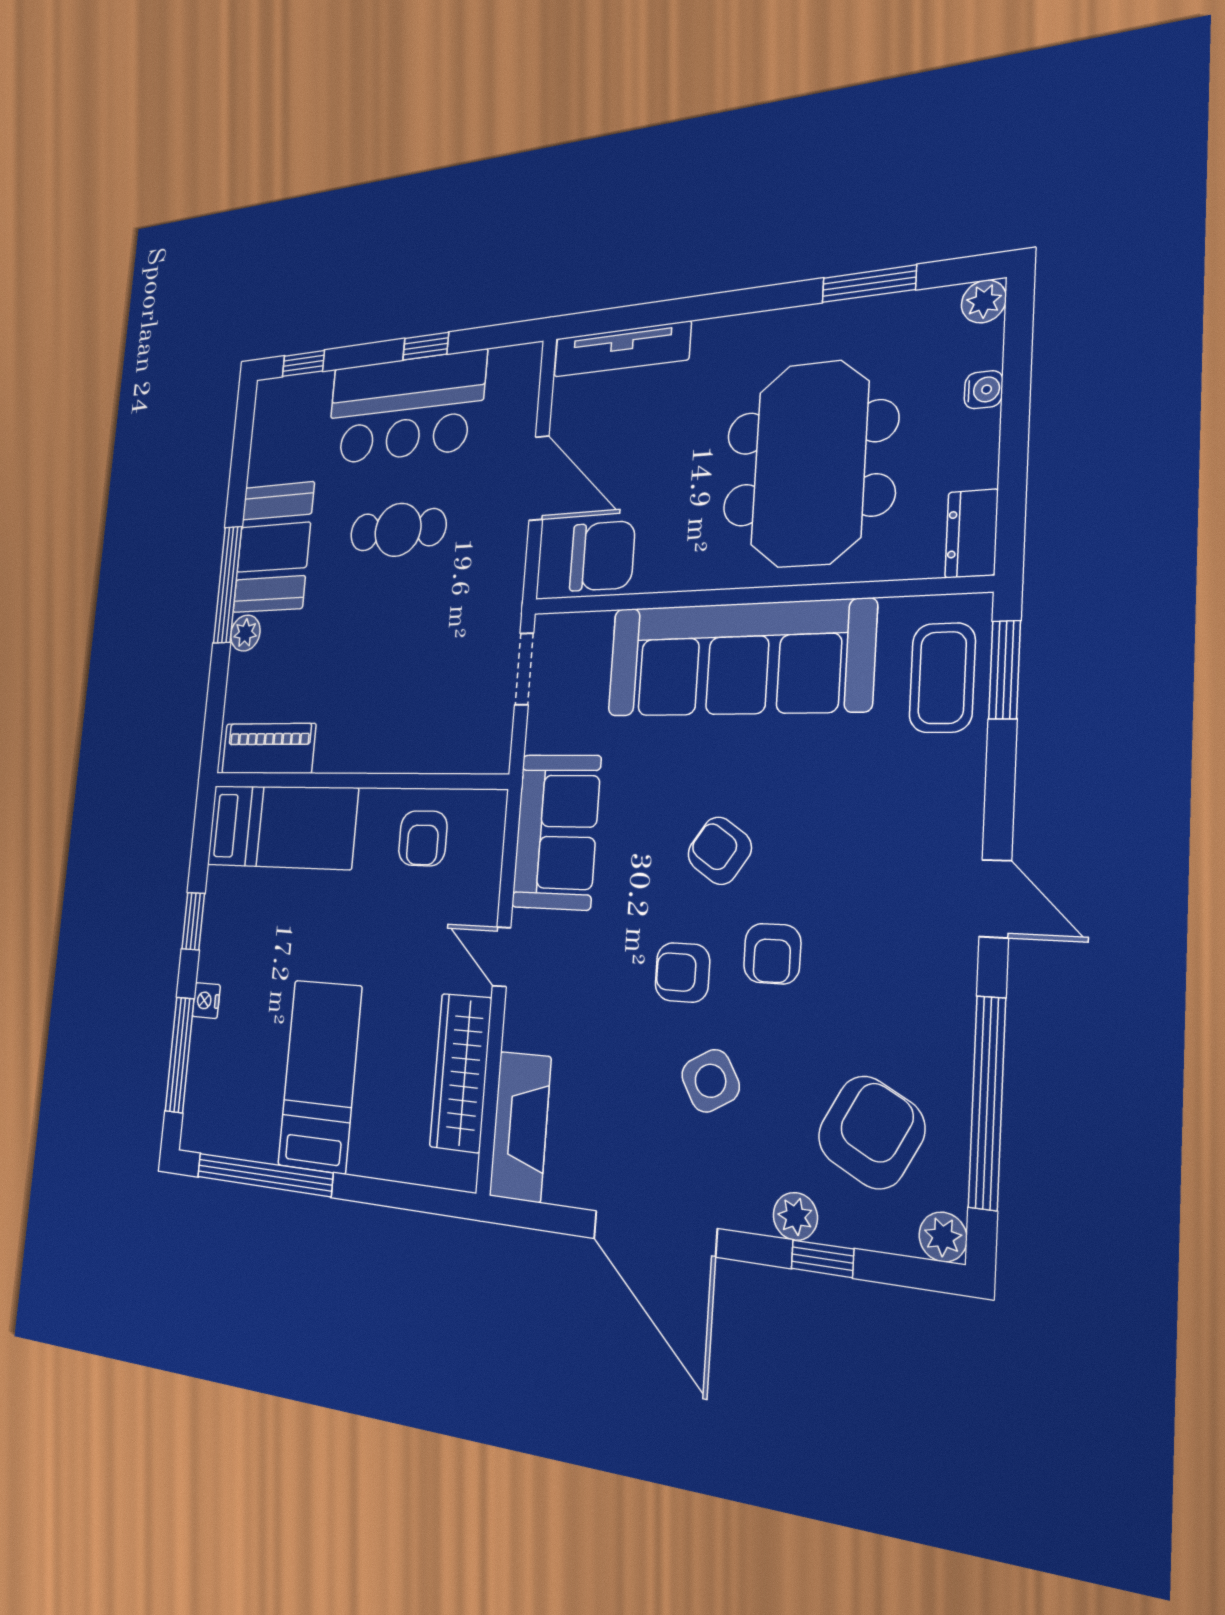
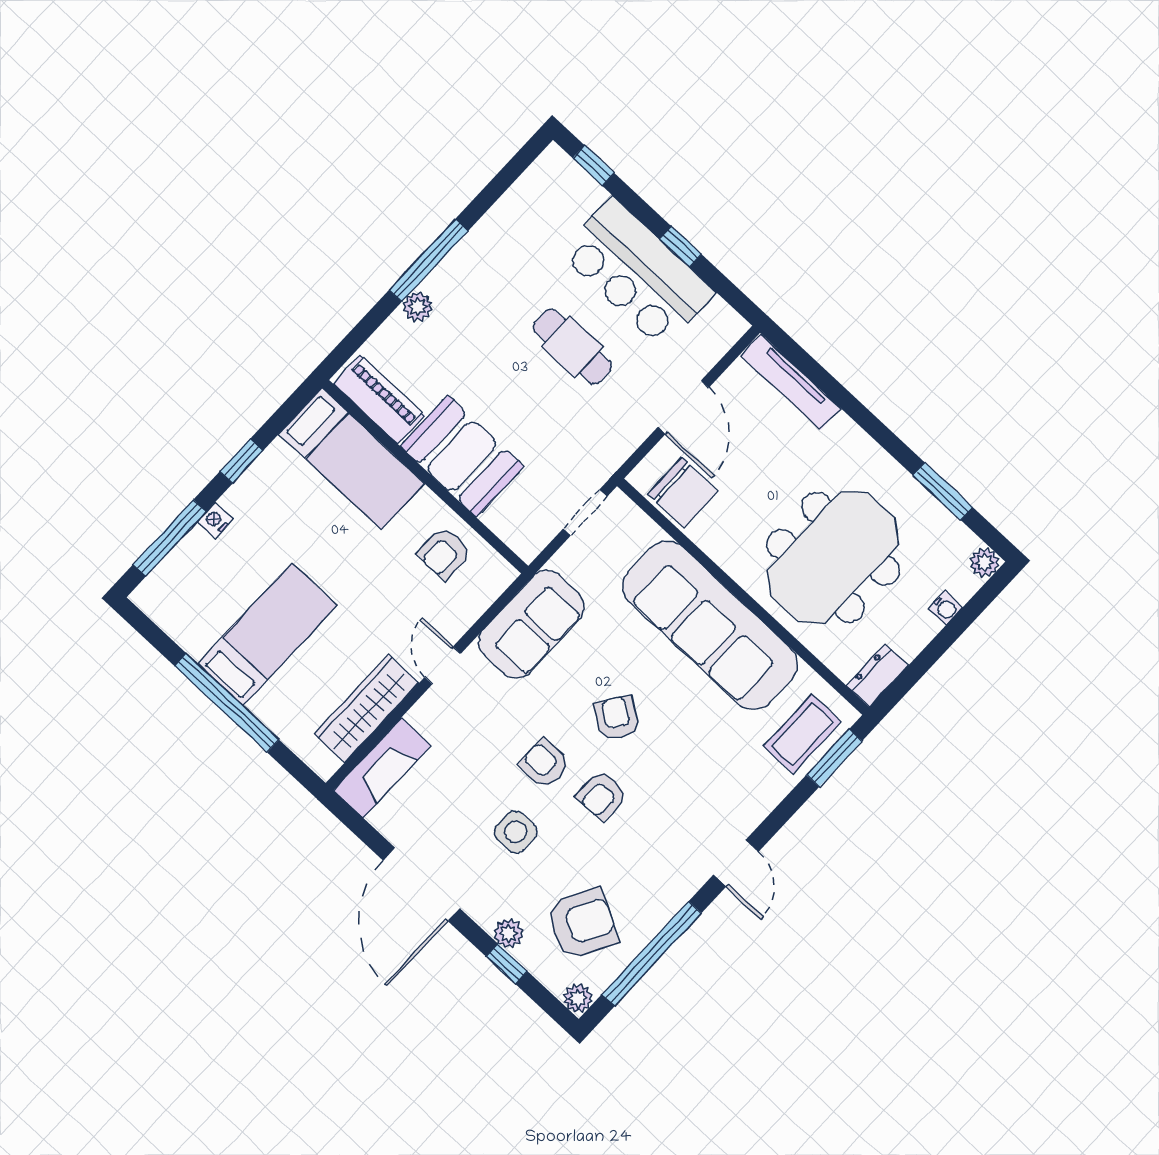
booth: (274, 547) -> (462, 456), moved, turned 90
side table: (710, 1081) -> (516, 832), turned 30
window: (264, 1175) -> (227, 703), moved

